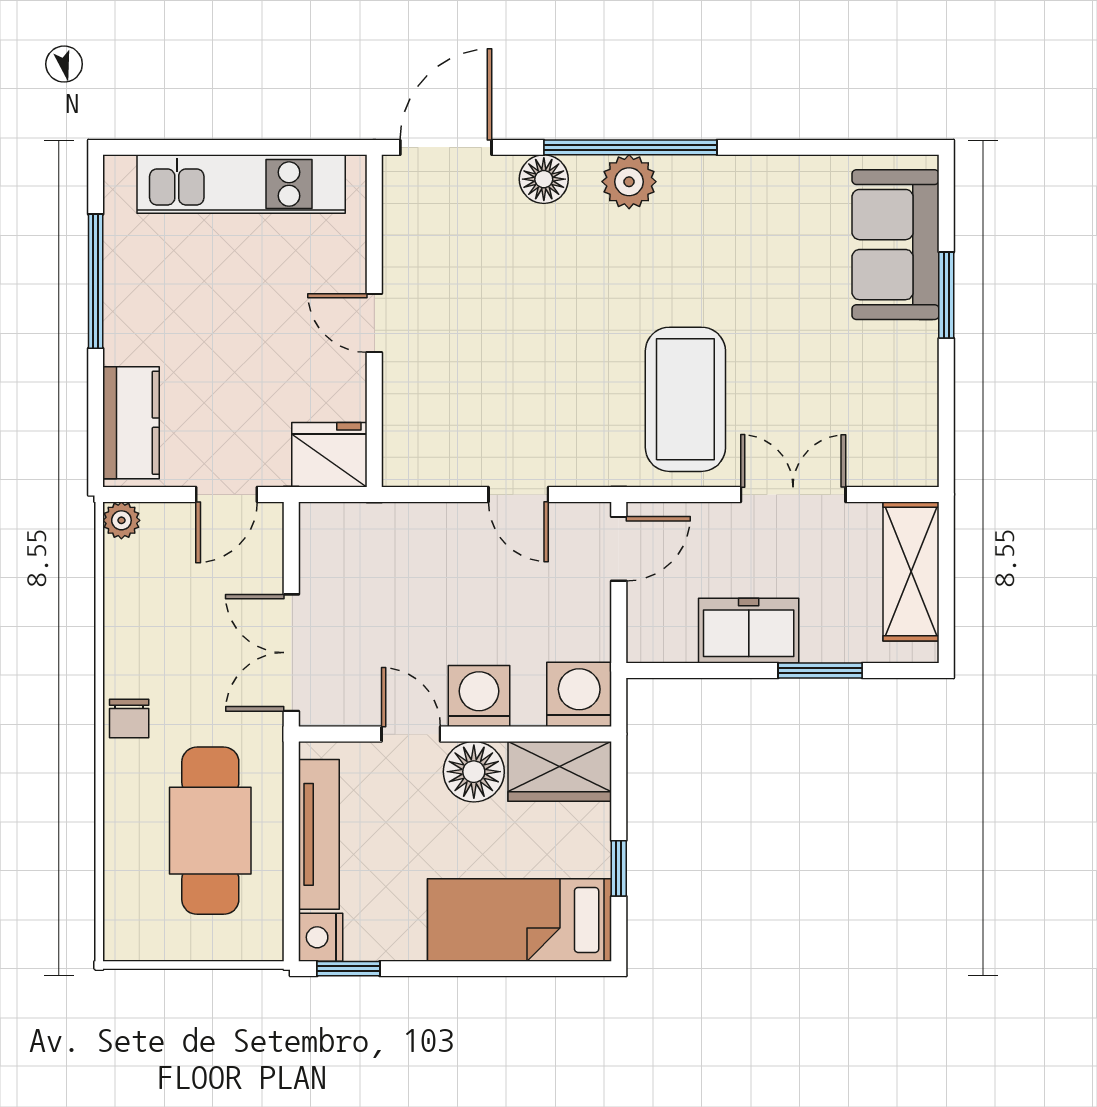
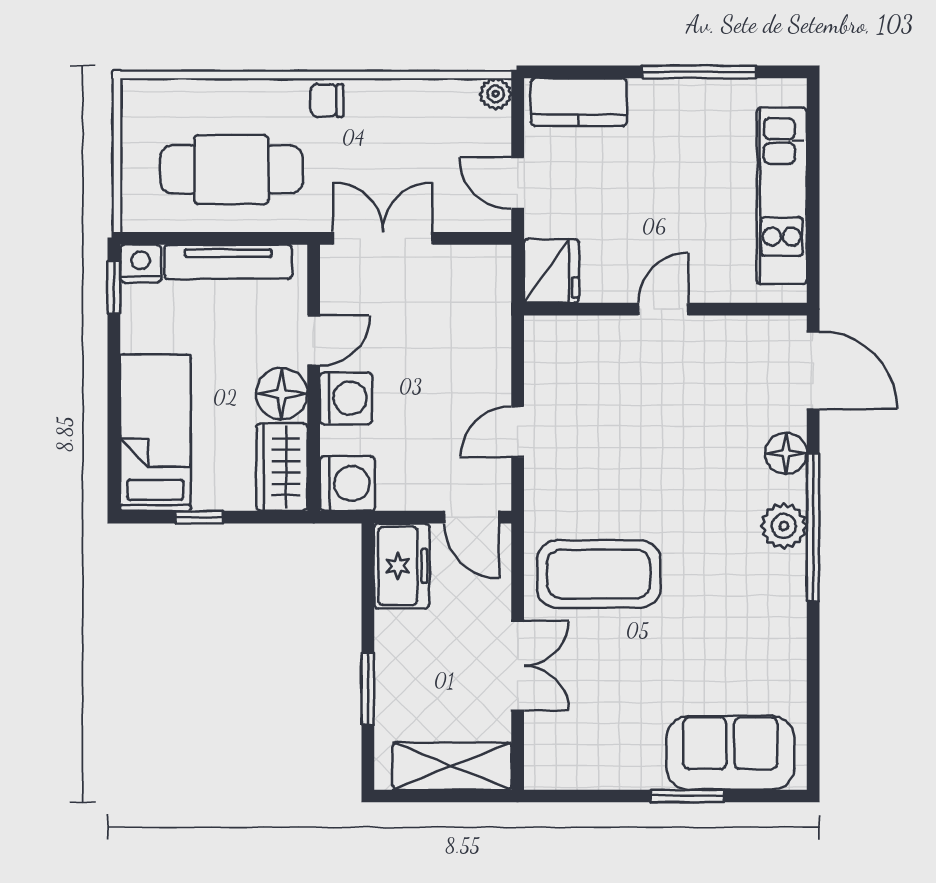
freezer: (749, 631) -> (402, 566), moved

